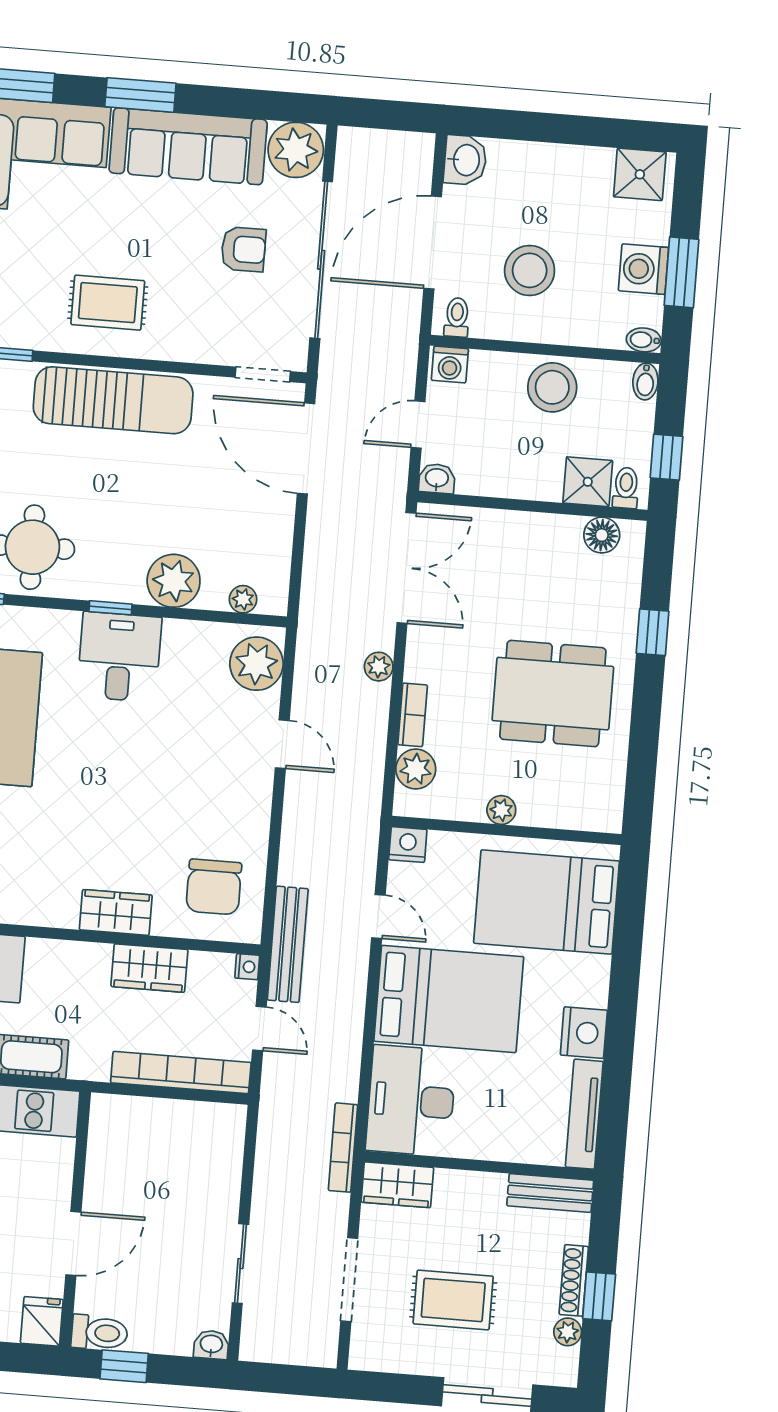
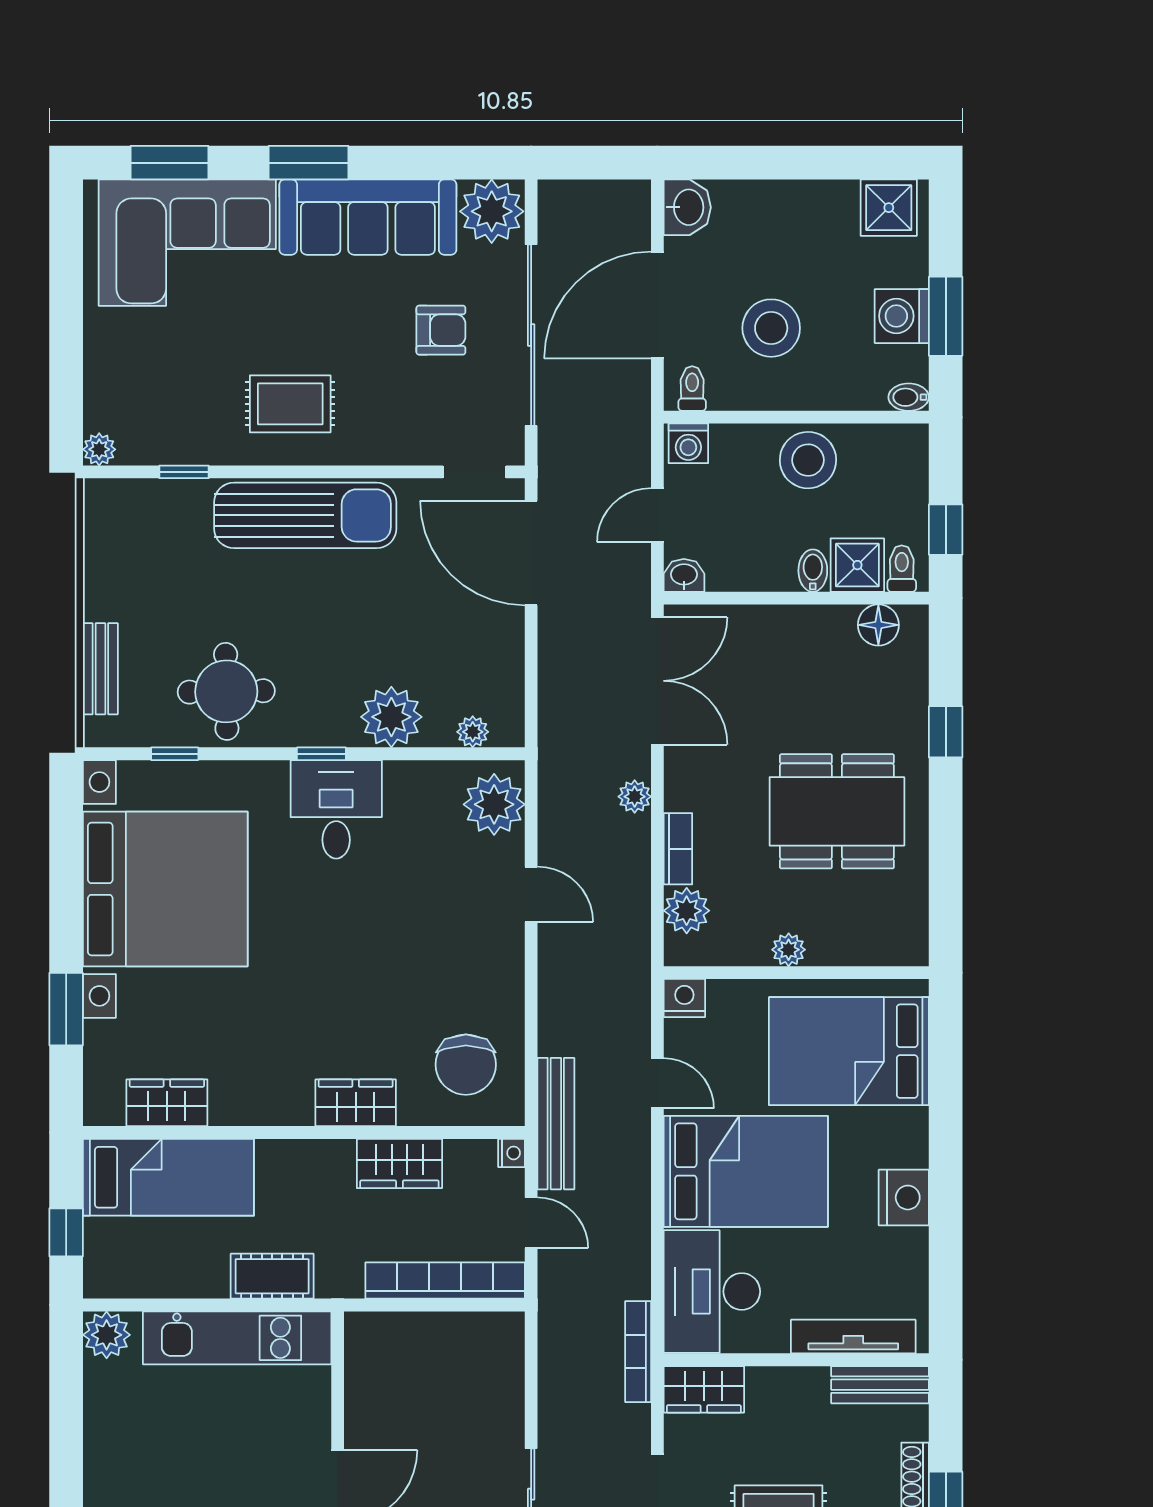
bidet: (645, 381) -> (813, 571), moved, turned 180
tv unit: (584, 1114) -> (853, 1337), moved, turned 90

